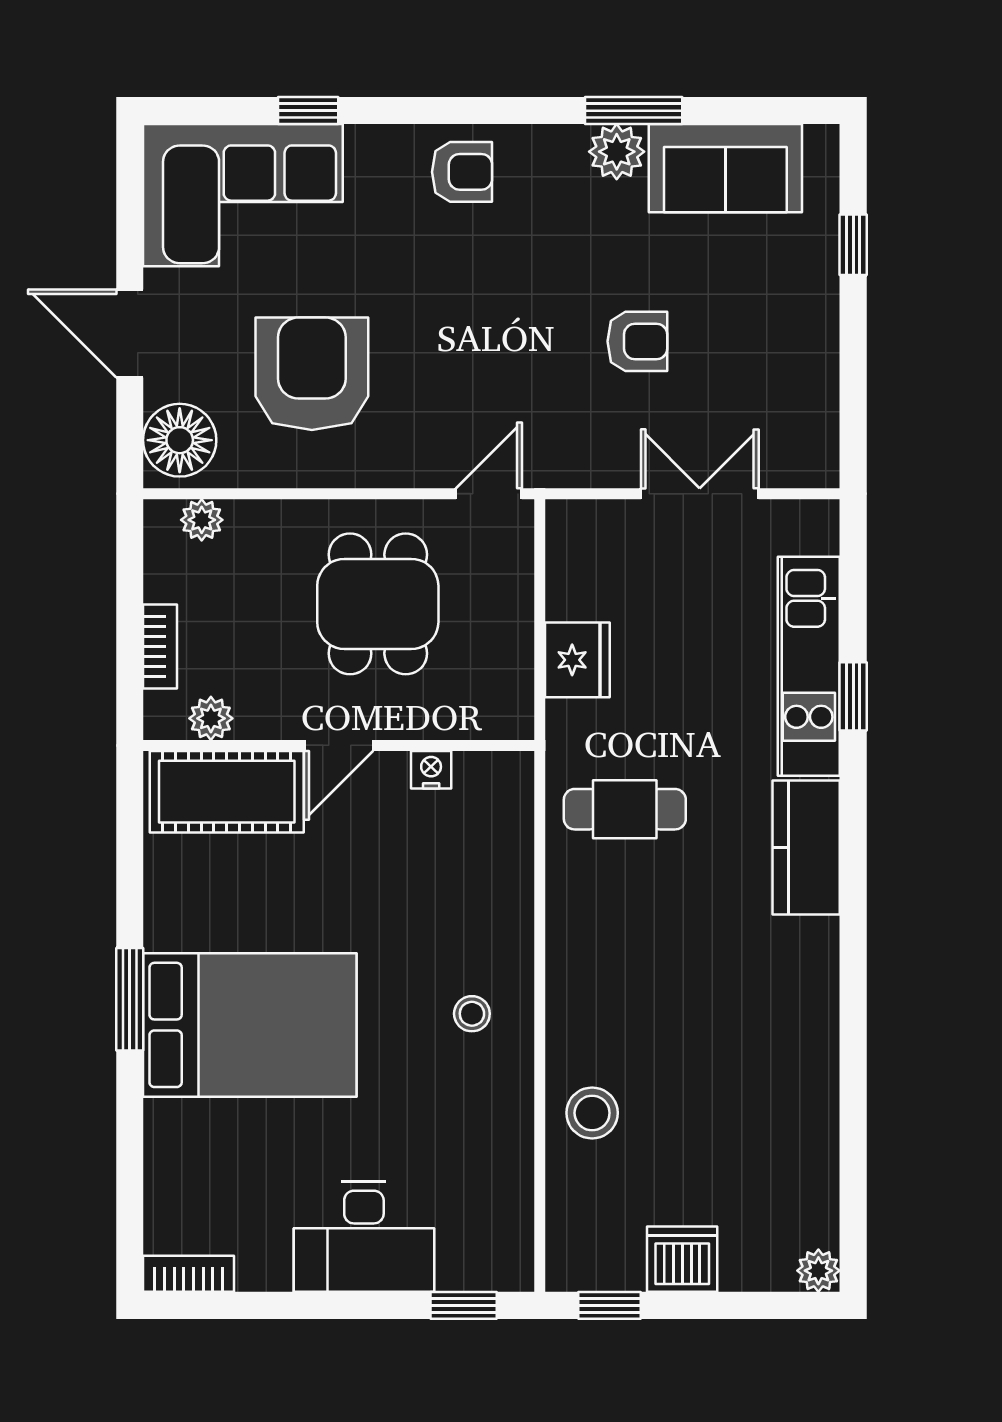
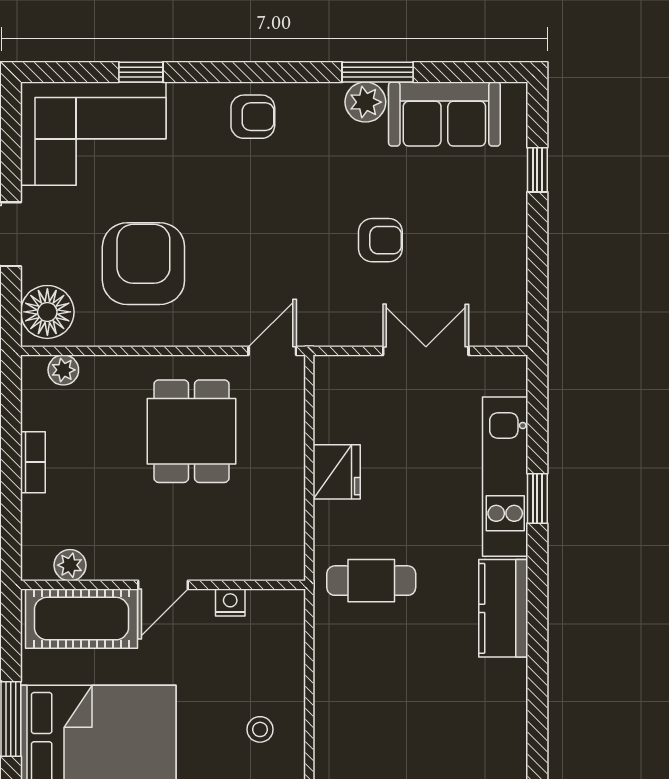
plant: (211, 718) -> (70, 565), moved
door: (339, 745) -> (163, 585), moved
wall: (339, 745) -> (163, 585), moved
nightstand: (431, 770) -> (230, 602), moved
cot: (227, 792) -> (81, 619), moved

